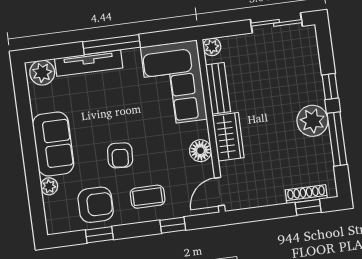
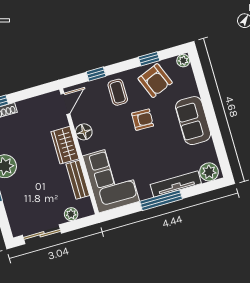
plant: (212, 47) -> (71, 214), moved
armchair: (120, 155) -> (143, 120), turned 88
plant: (49, 186) -> (183, 61), moved
coffee table: (148, 197) -> (118, 92), turned 90
armchair: (96, 205) -> (155, 81), turned -112

